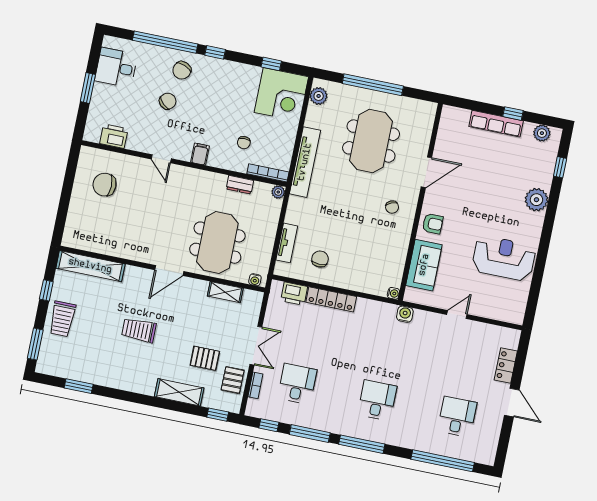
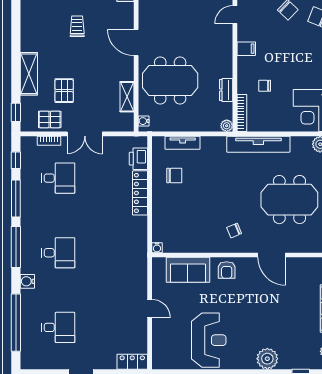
water cooler: (405, 314) -> (27, 281), moved, turned 180
trolley: (139, 330) -> (77, 26), width x0.73, depth x0.72
locker: (506, 366) -> (132, 362), moved

